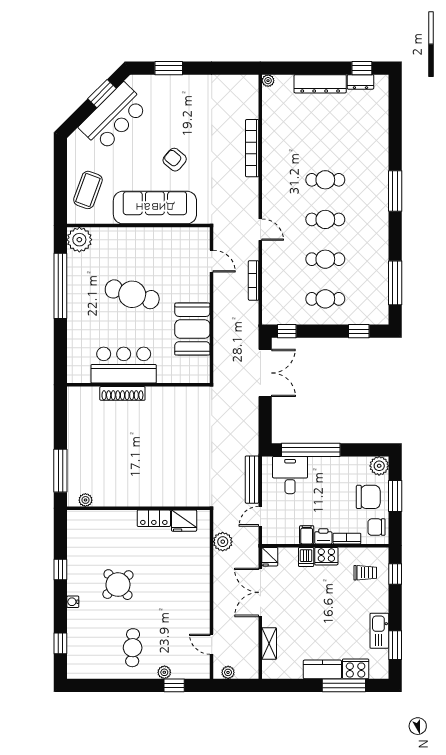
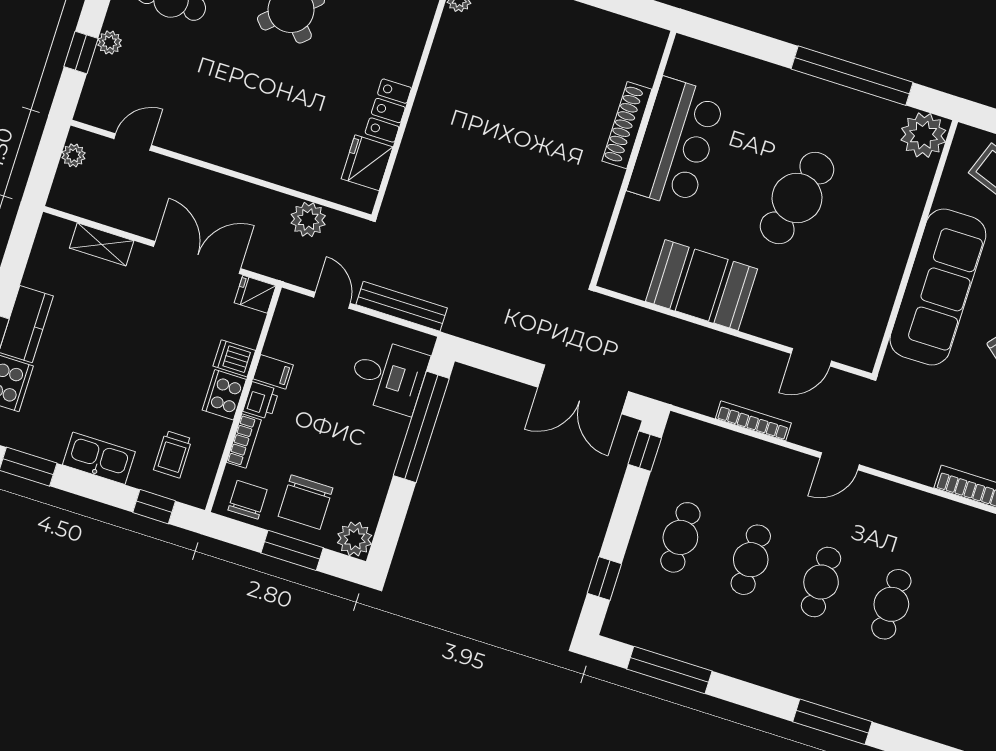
kitchen sink: (379, 631) -> (99, 458), moved

